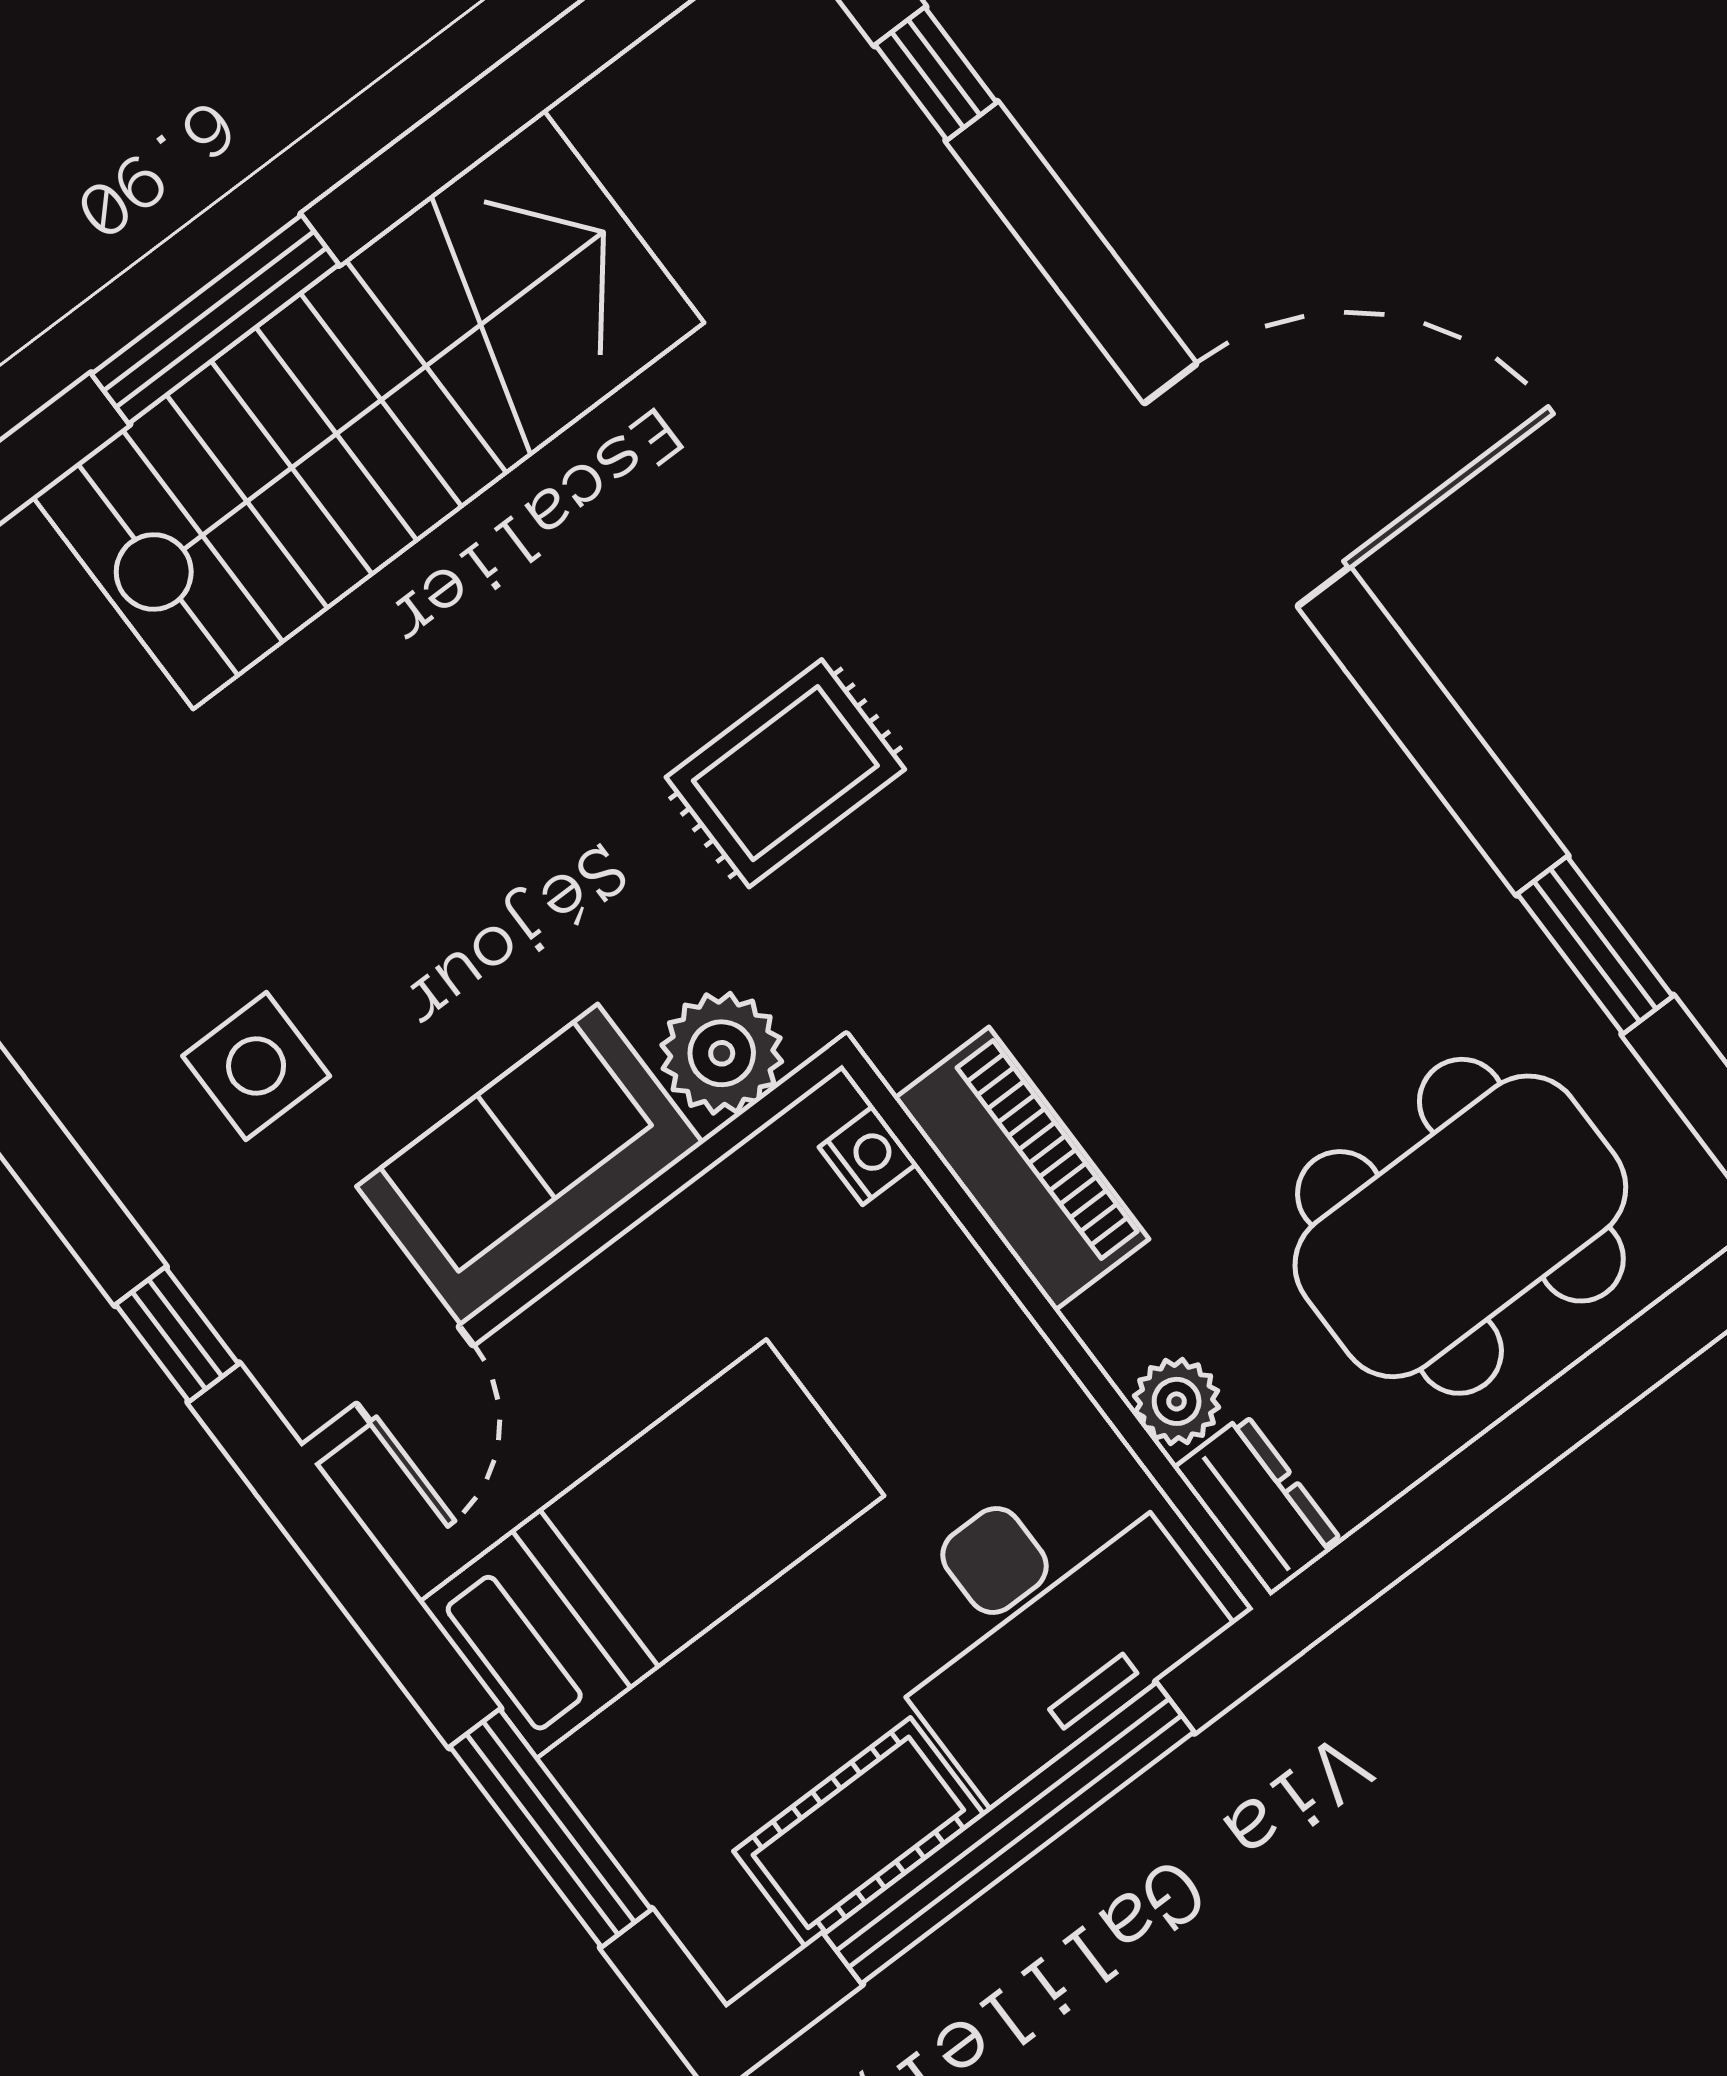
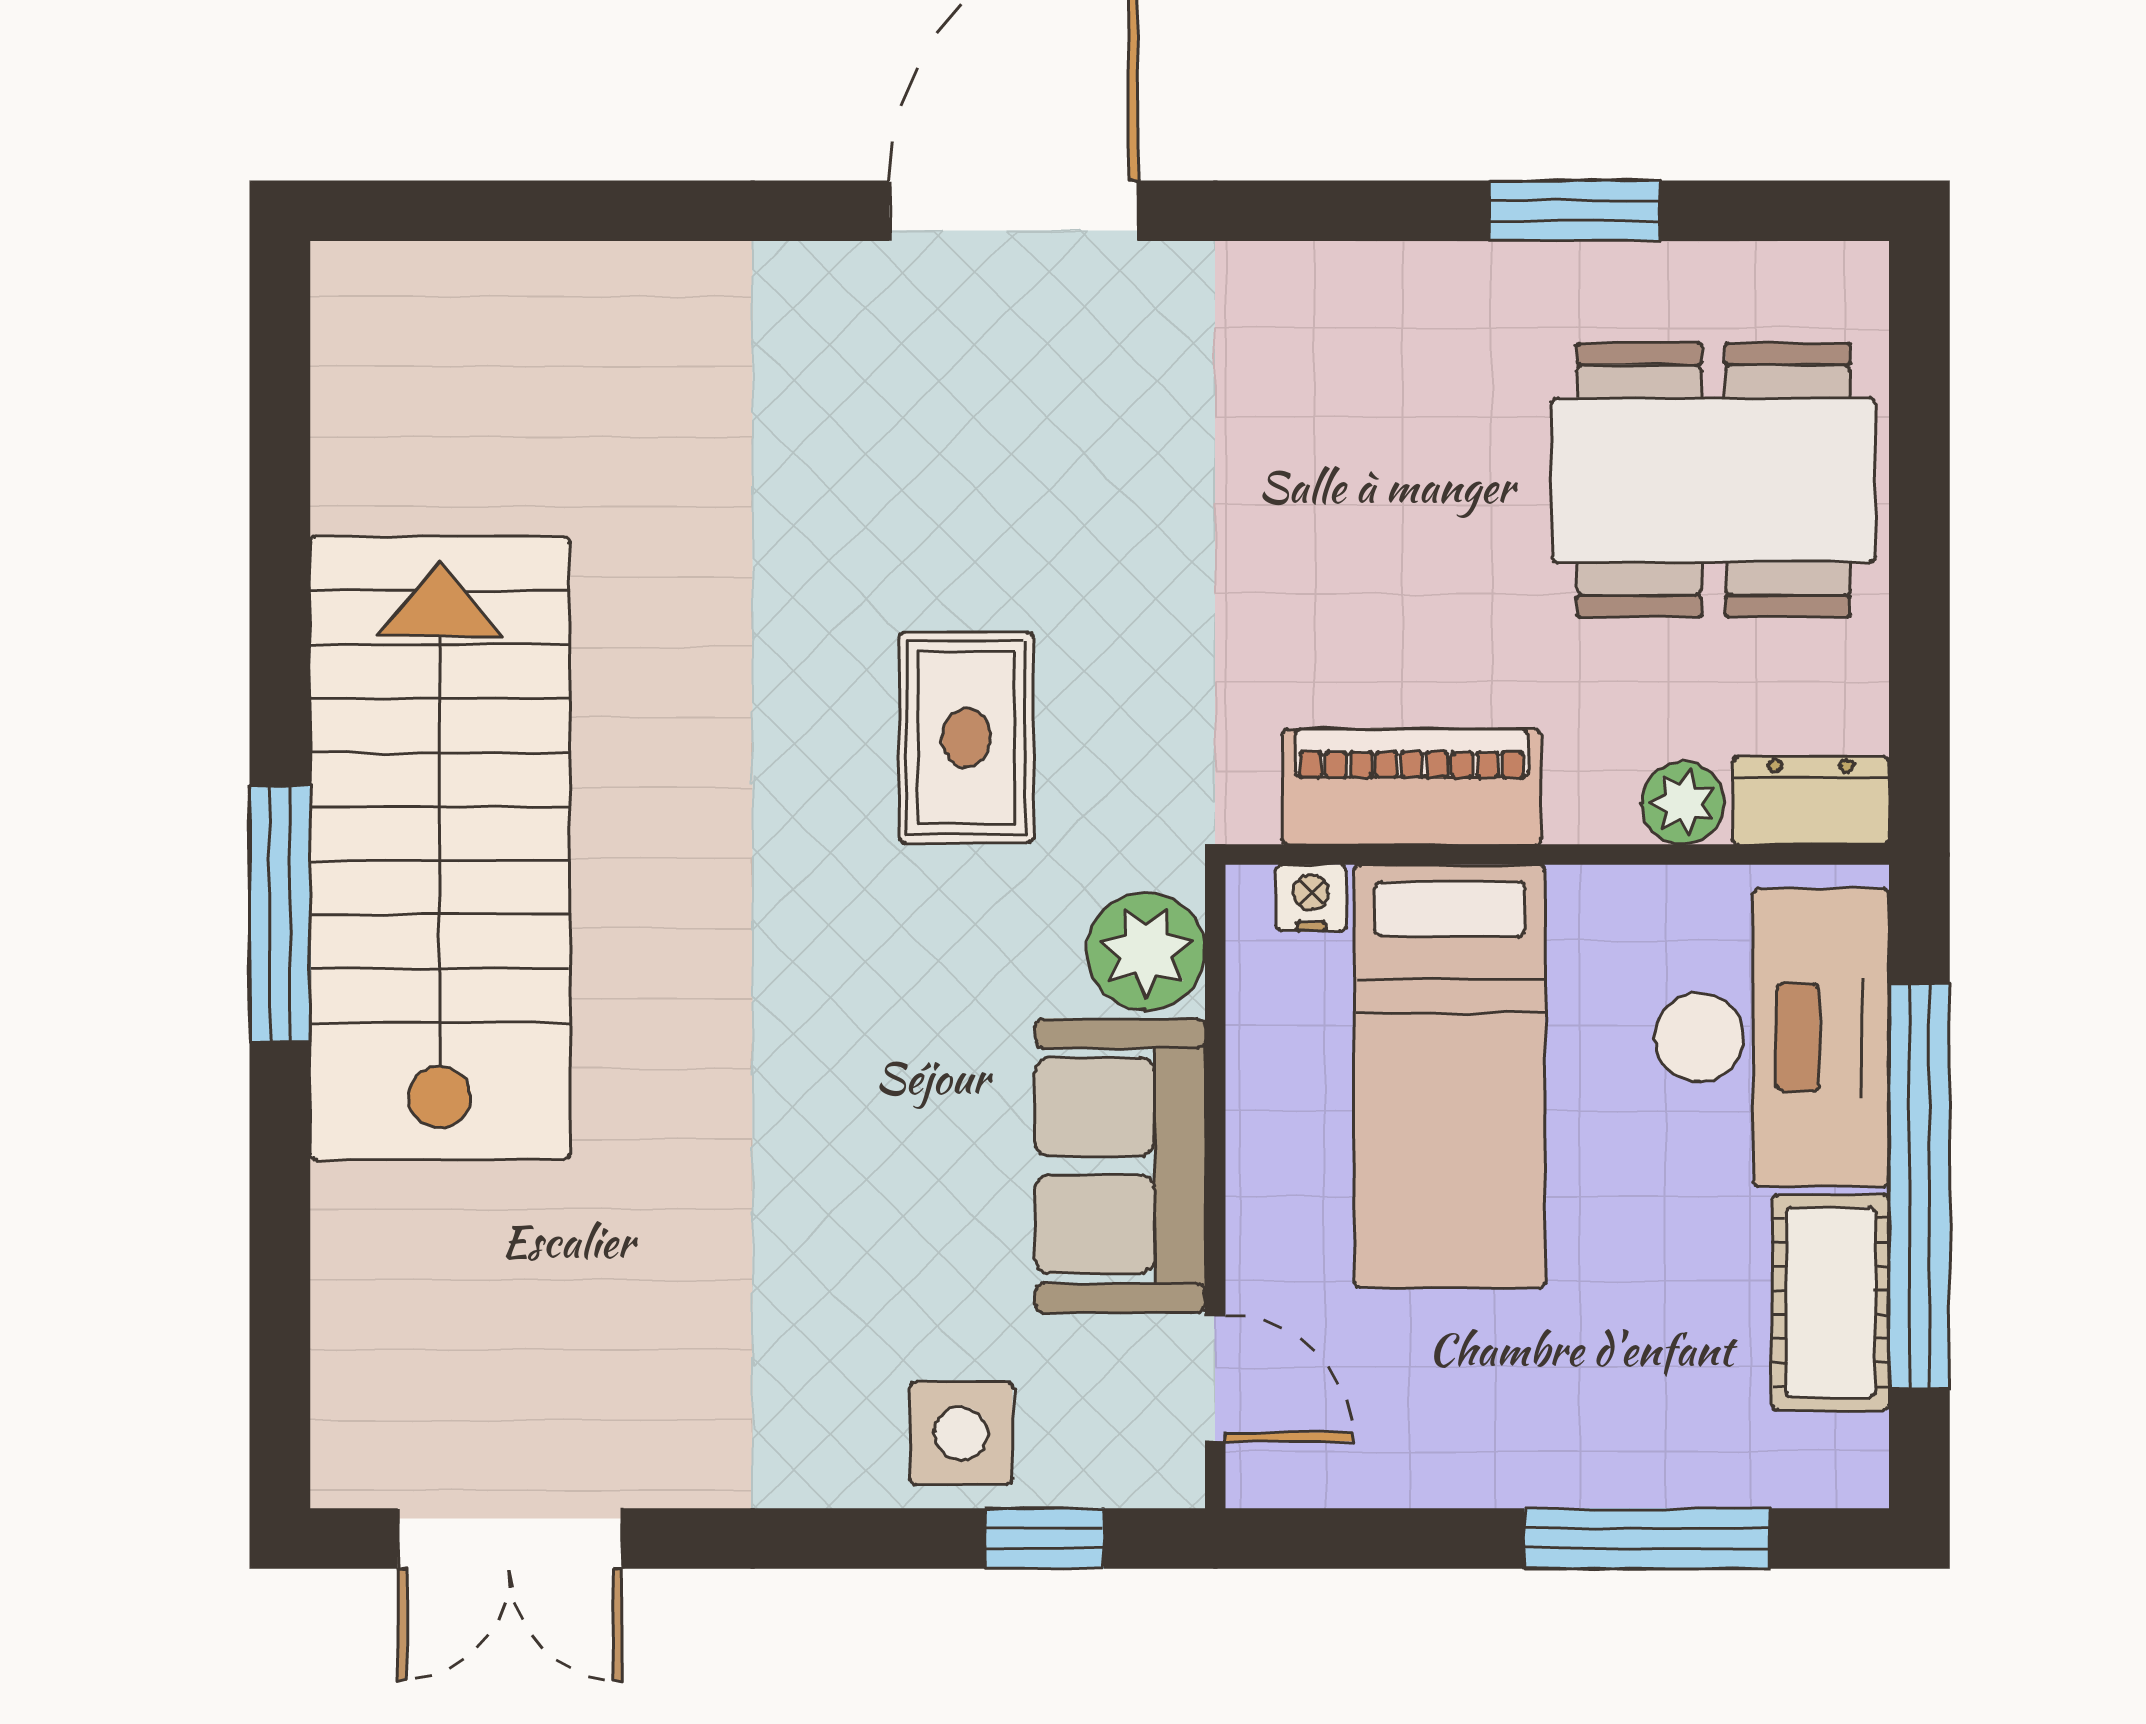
window: (936, 74) -> (512, 211), removed
side table: (256, 1066) -> (961, 1433), moved
dining table: (1460, 1226) -> (1714, 480), turned 90
bed: (651, 1549) -> (1450, 1076), moved, turned 180

